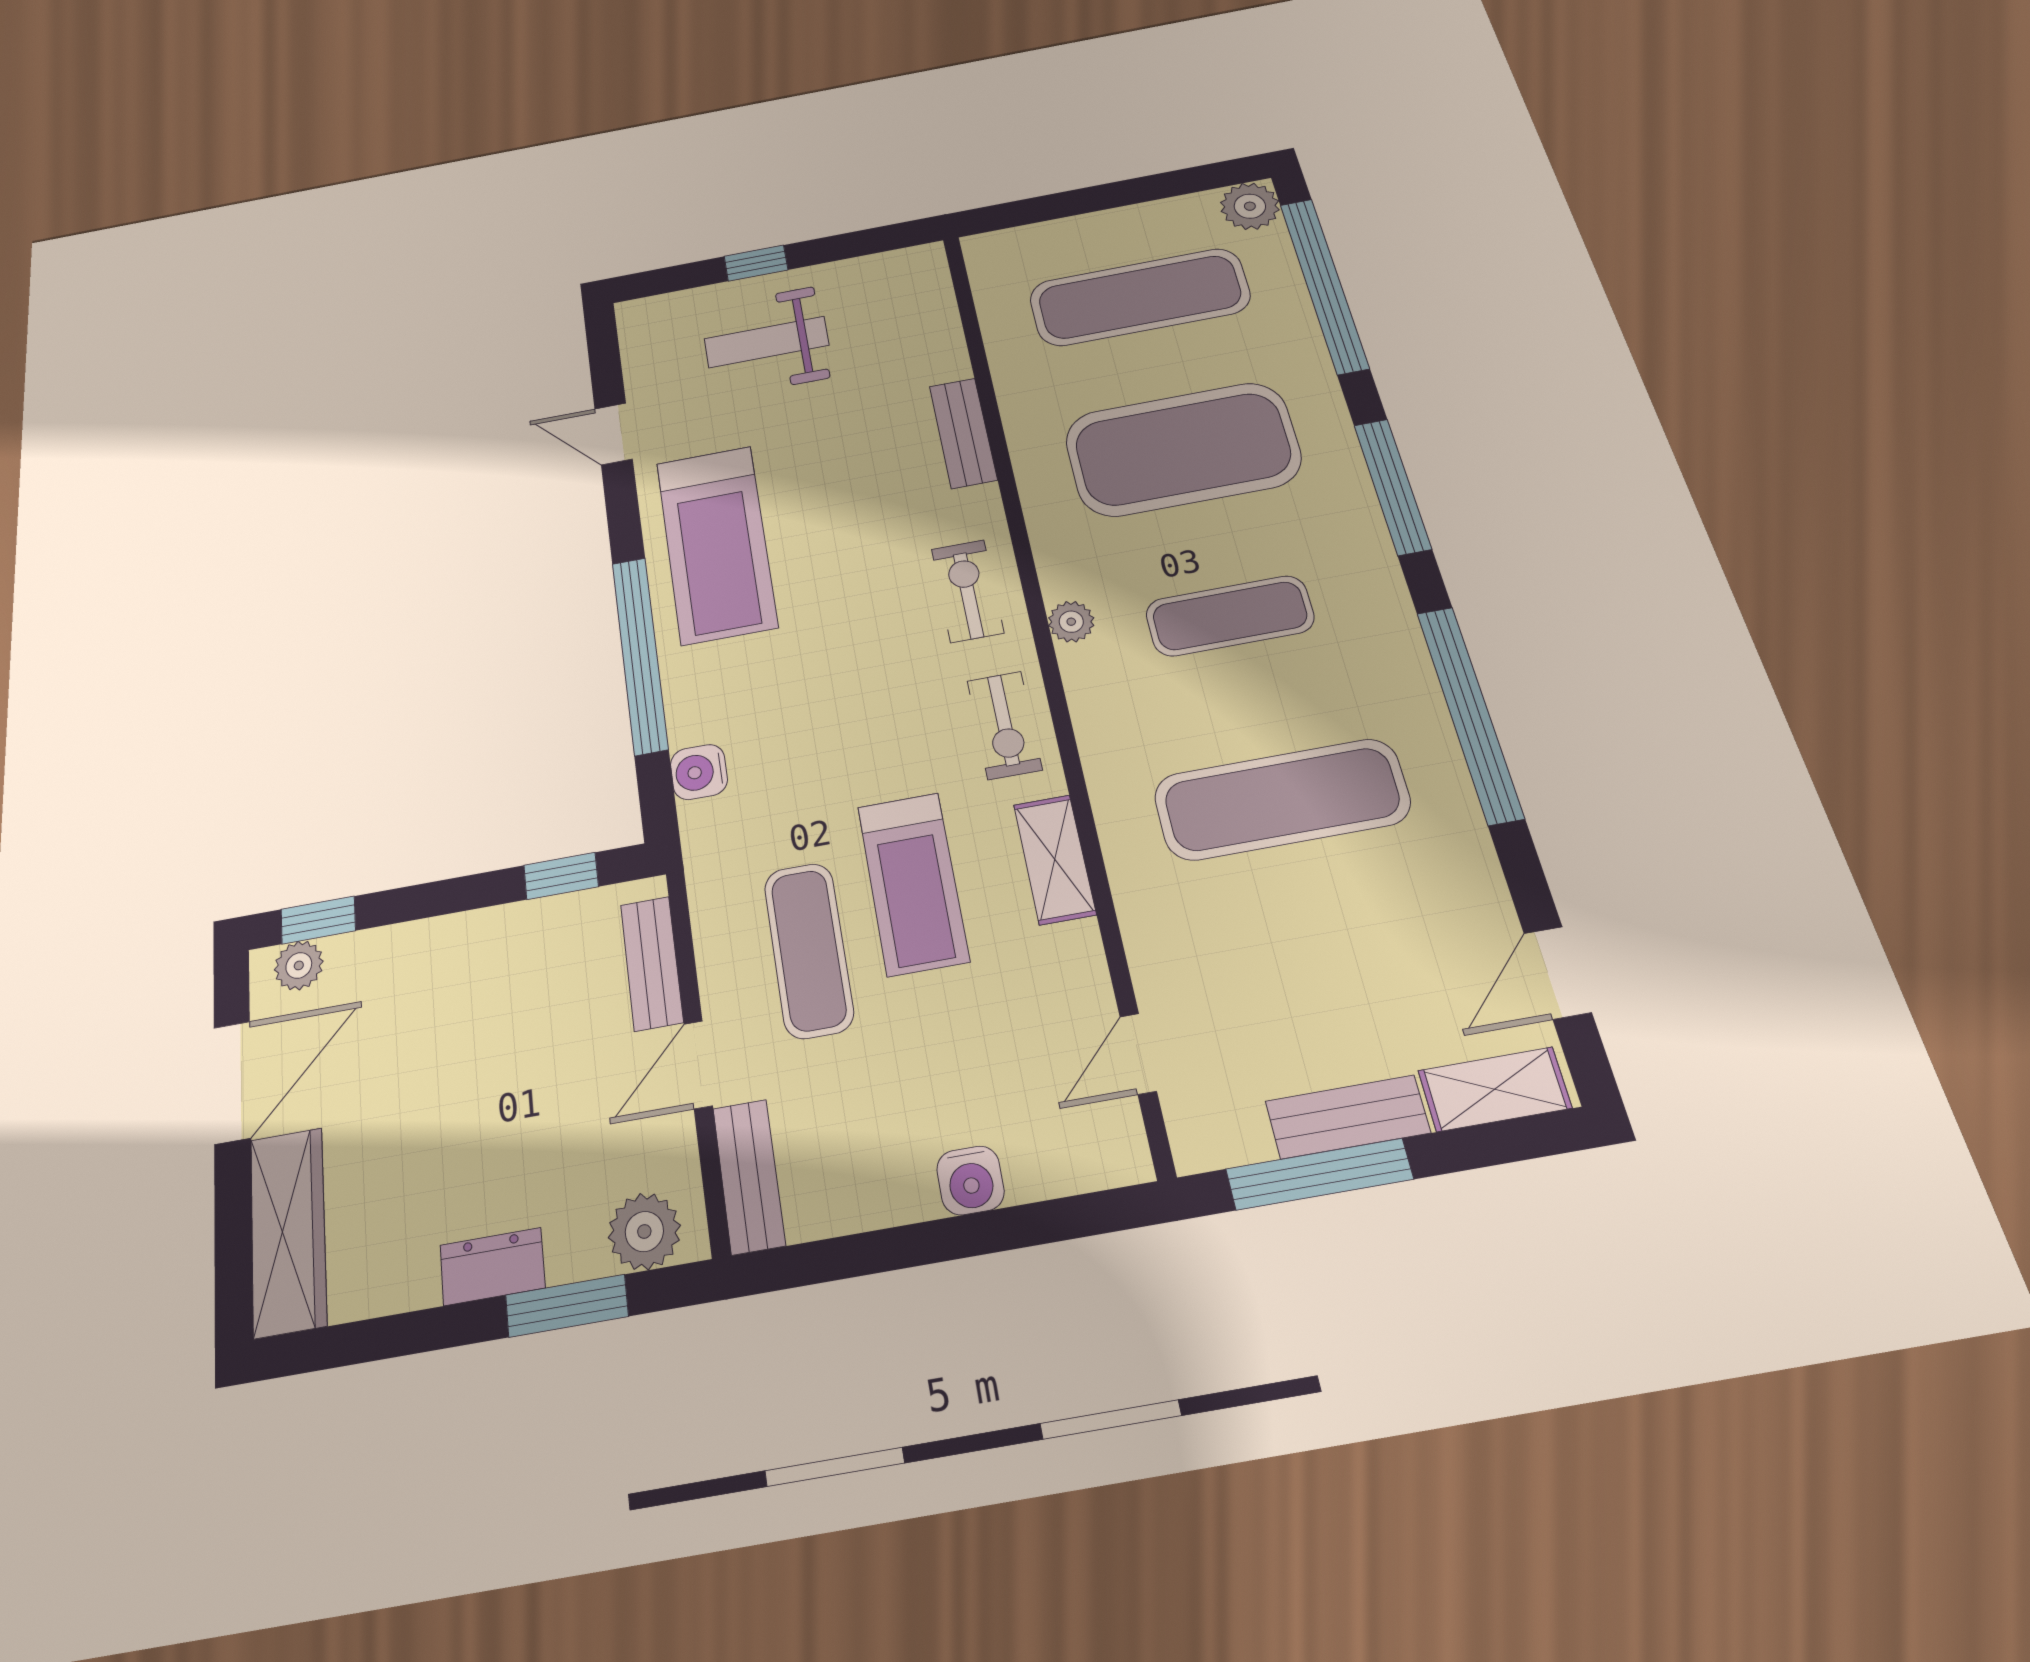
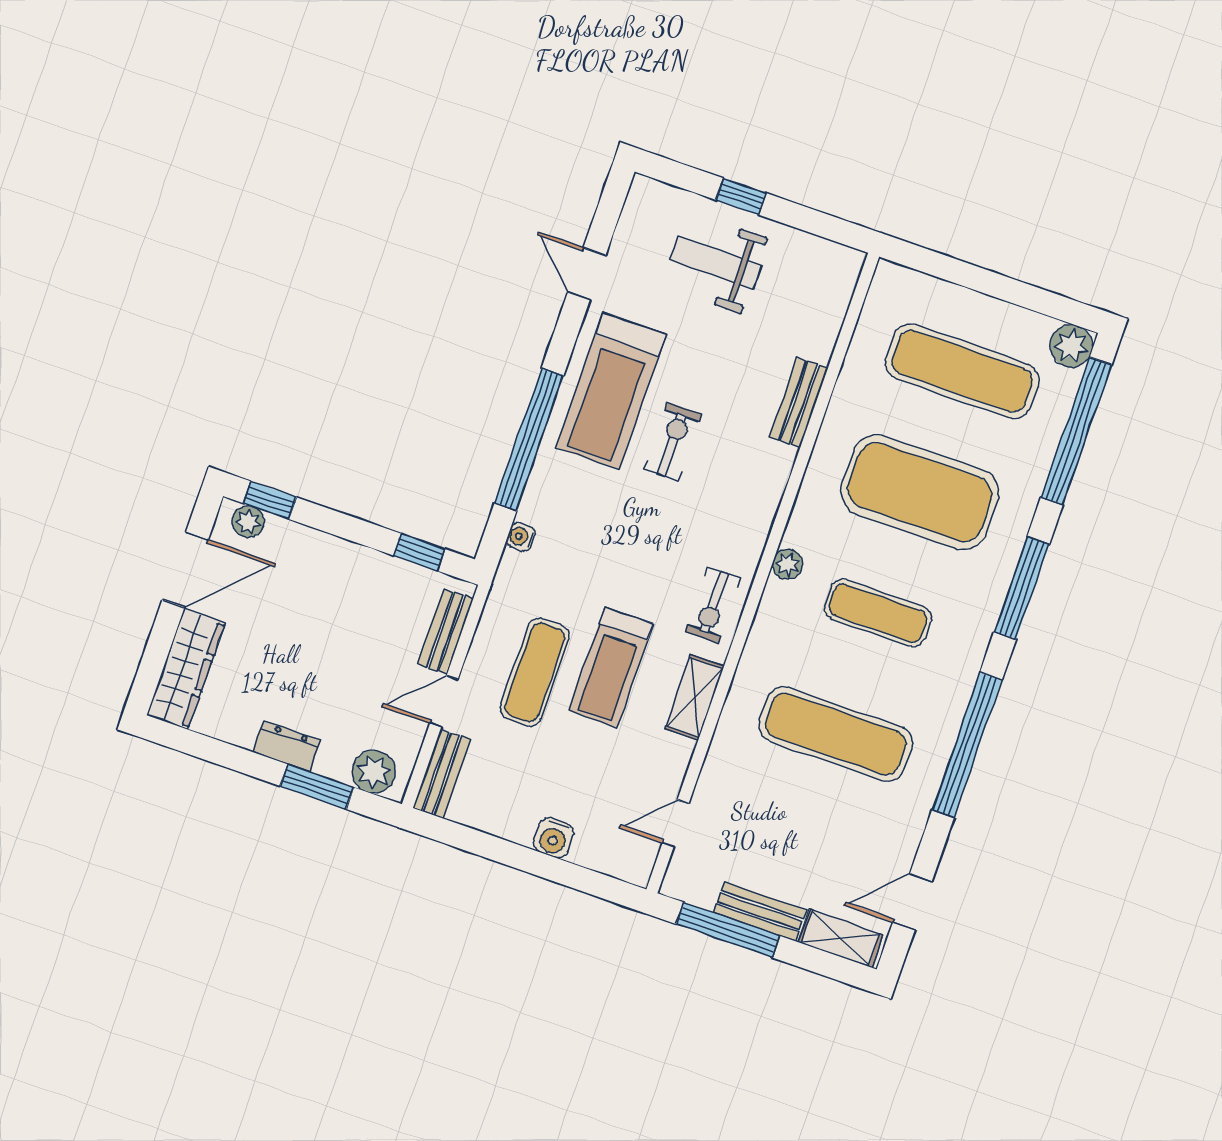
exercise bike: (967, 591) -> (673, 441), moved
water cooler: (699, 772) -> (521, 537), width x0.72, depth x0.72

